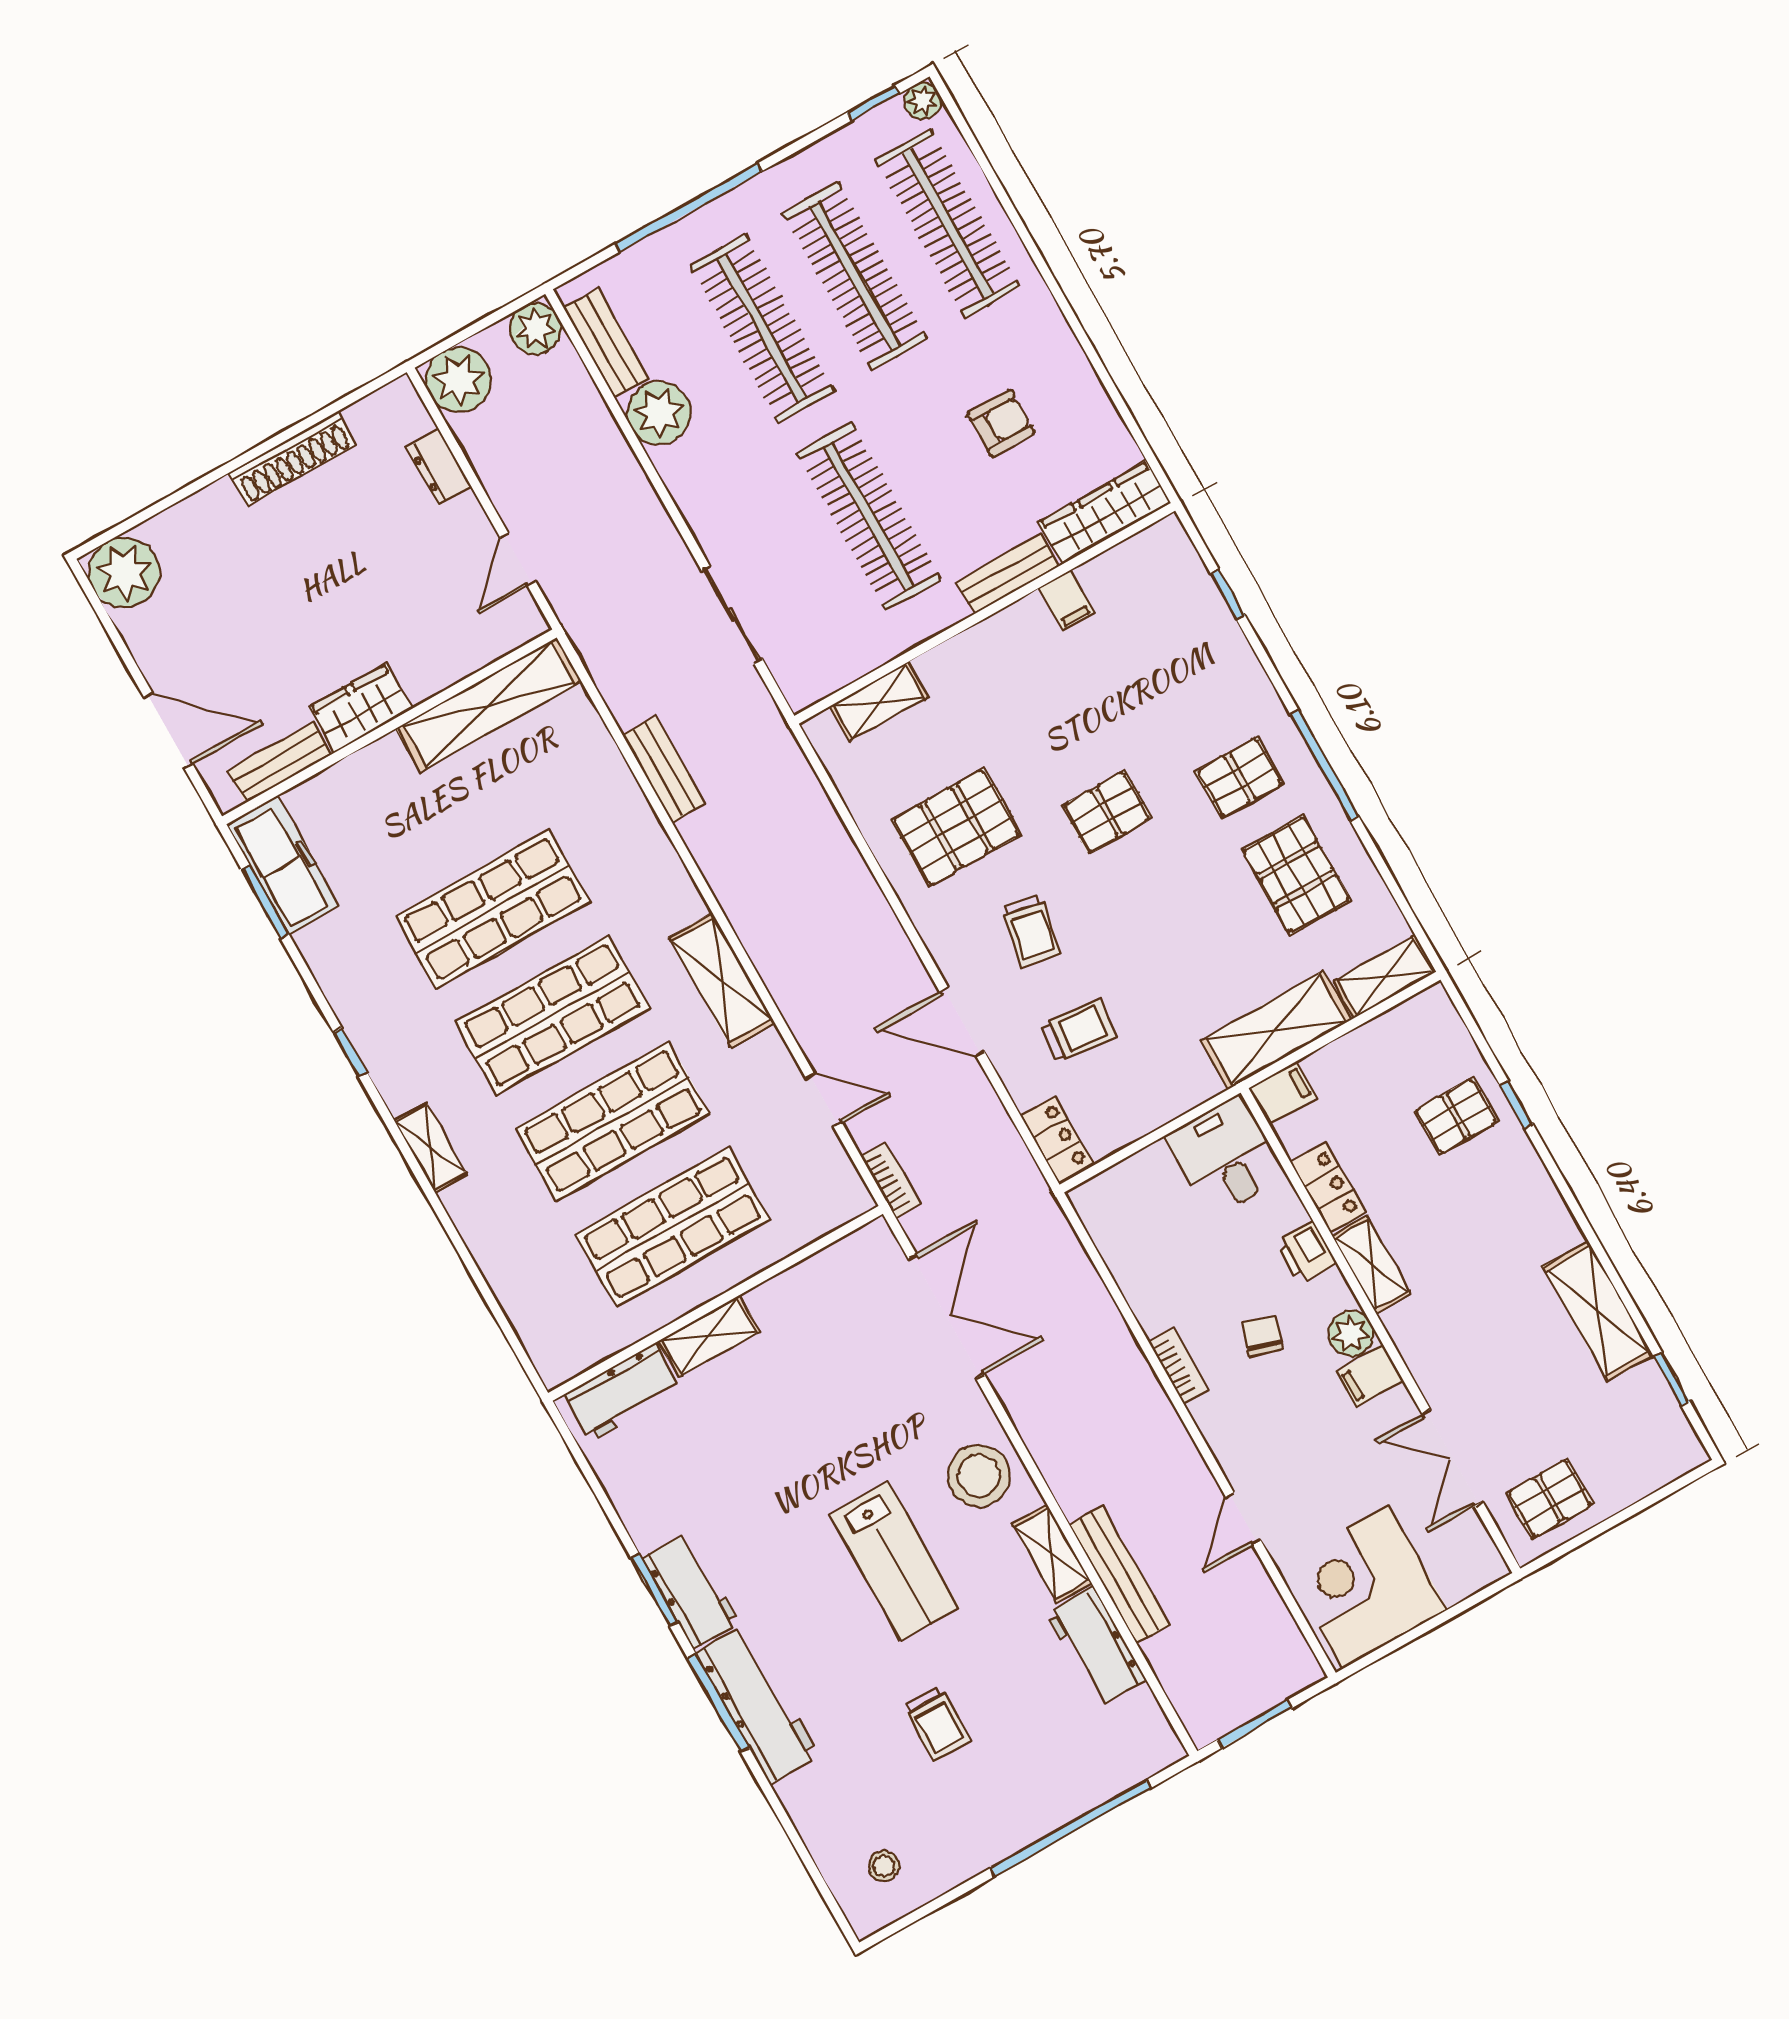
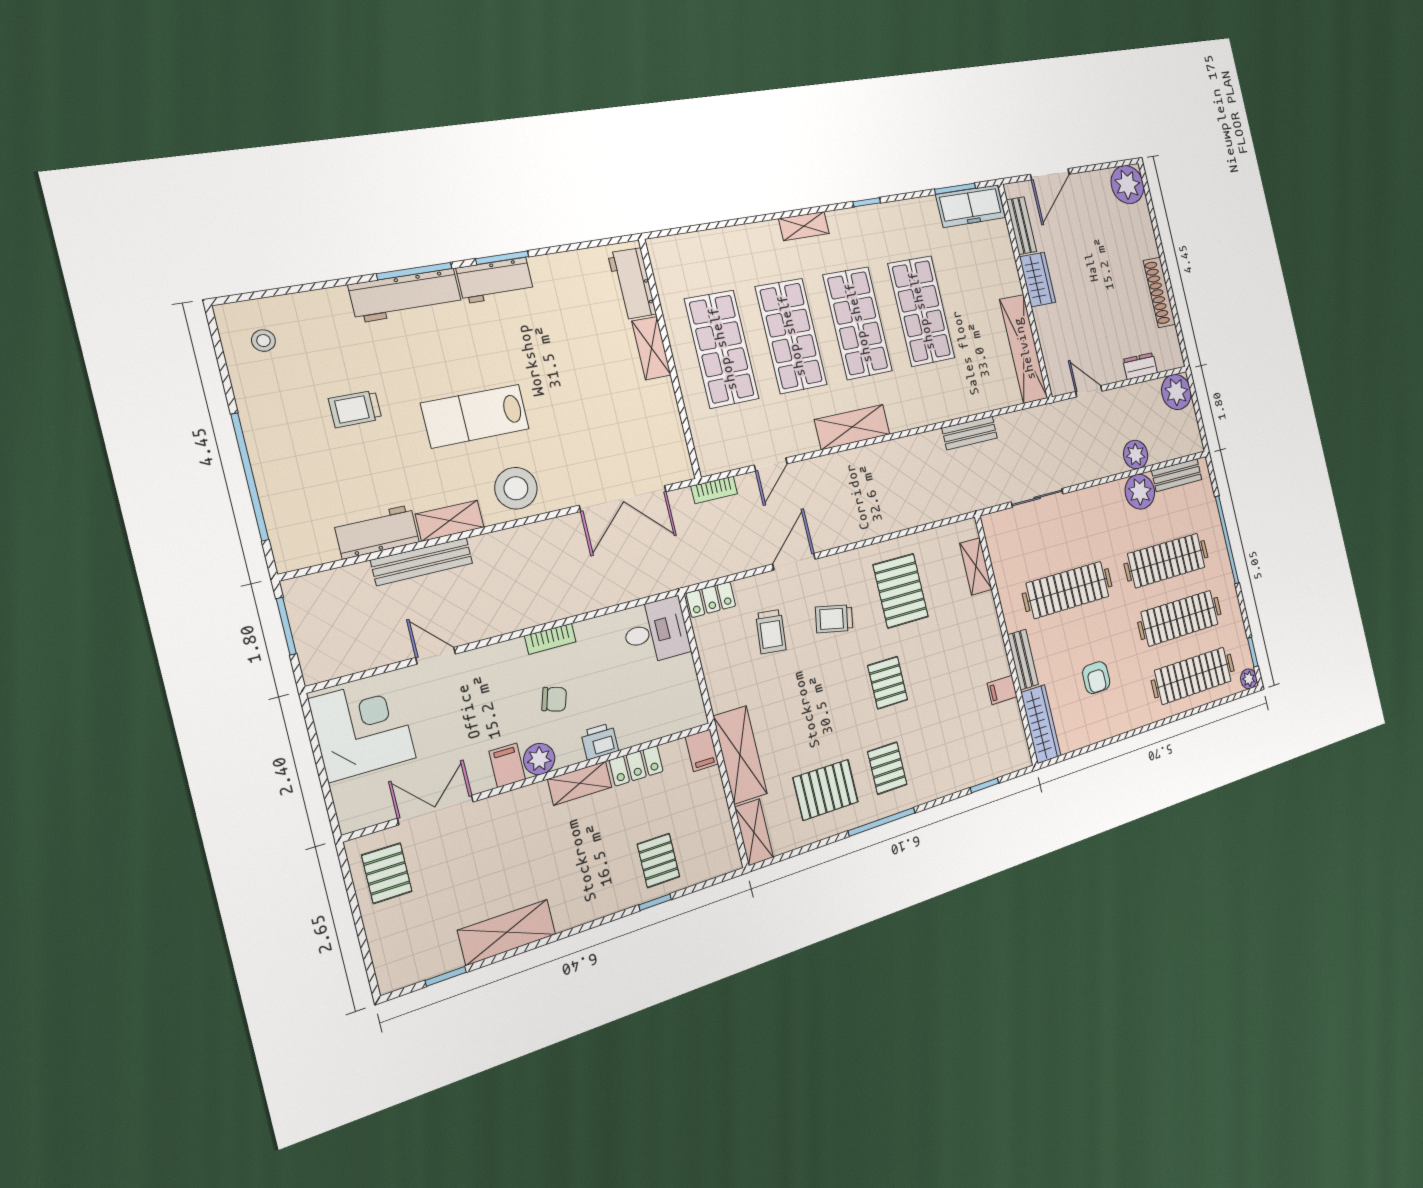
plant: (535, 329) -> (1136, 455), moved
desk: (1226, 1156) -> (656, 631), moved

